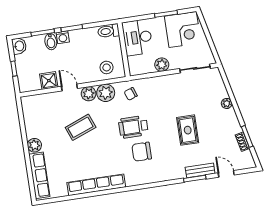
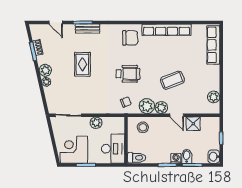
plant: (230, 117) -> (45, 70), added
plant: (34, 145) -> (214, 97), moved
chair: (142, 152) -> (130, 38), moved
bench: (200, 170) -> (88, 29), moved

